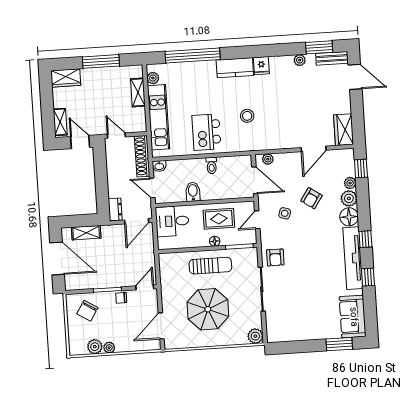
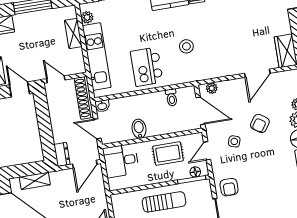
toilet: (212, 165) -> (172, 98), moved
floor lamp: (215, 241) -> (195, 172), moved

